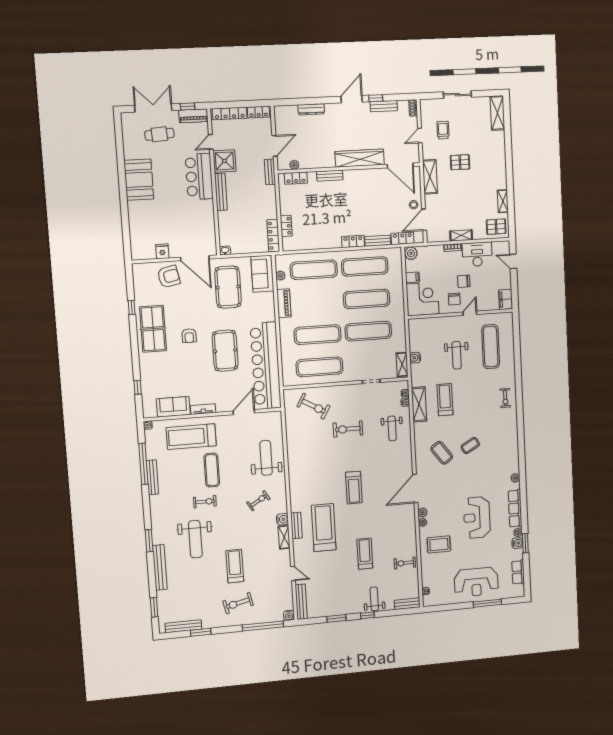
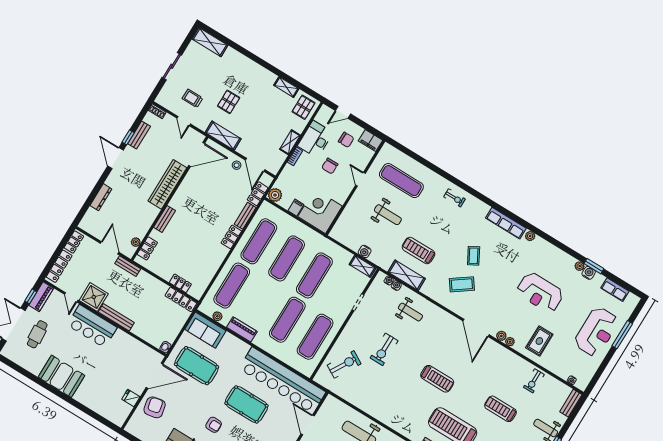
chair: (454, 299) -> (346, 140), moved
row of seats: (515, 508) -> (506, 223), moved

